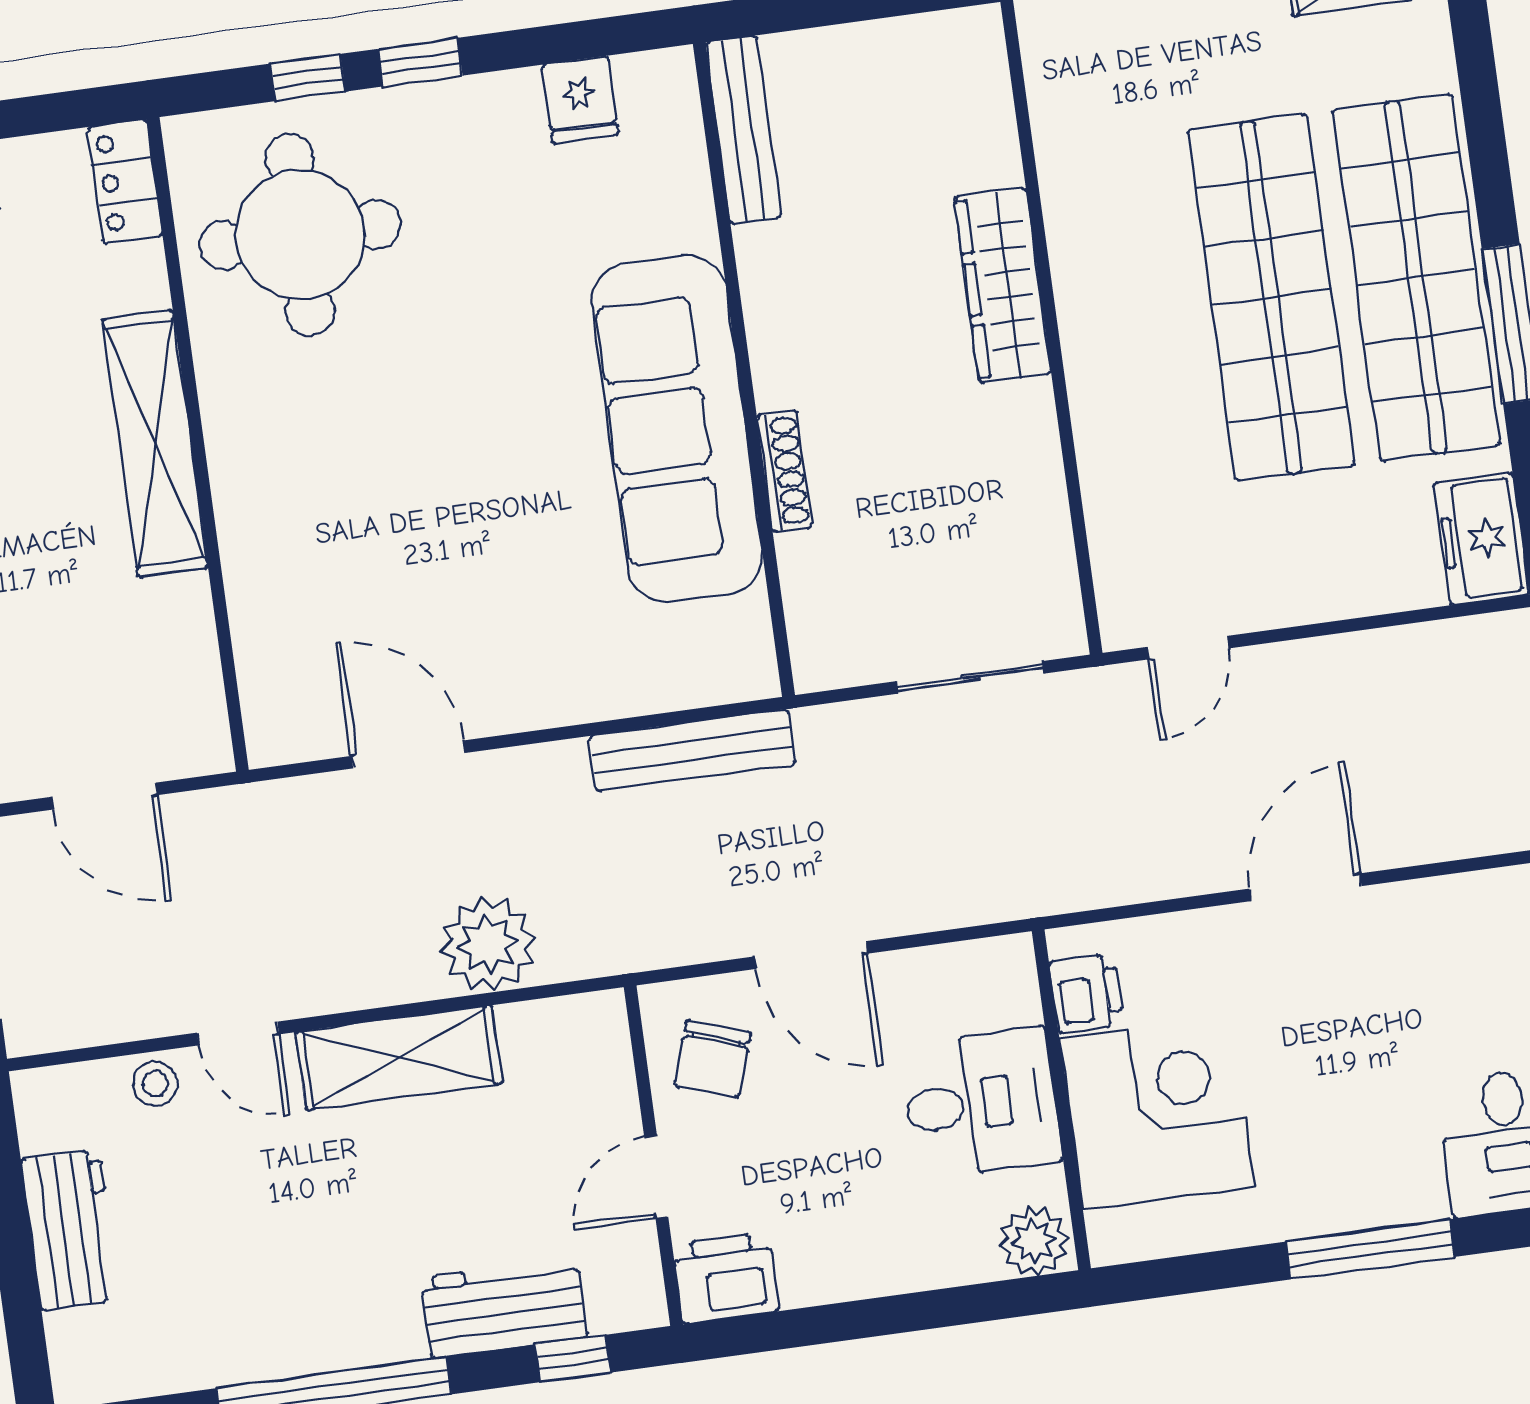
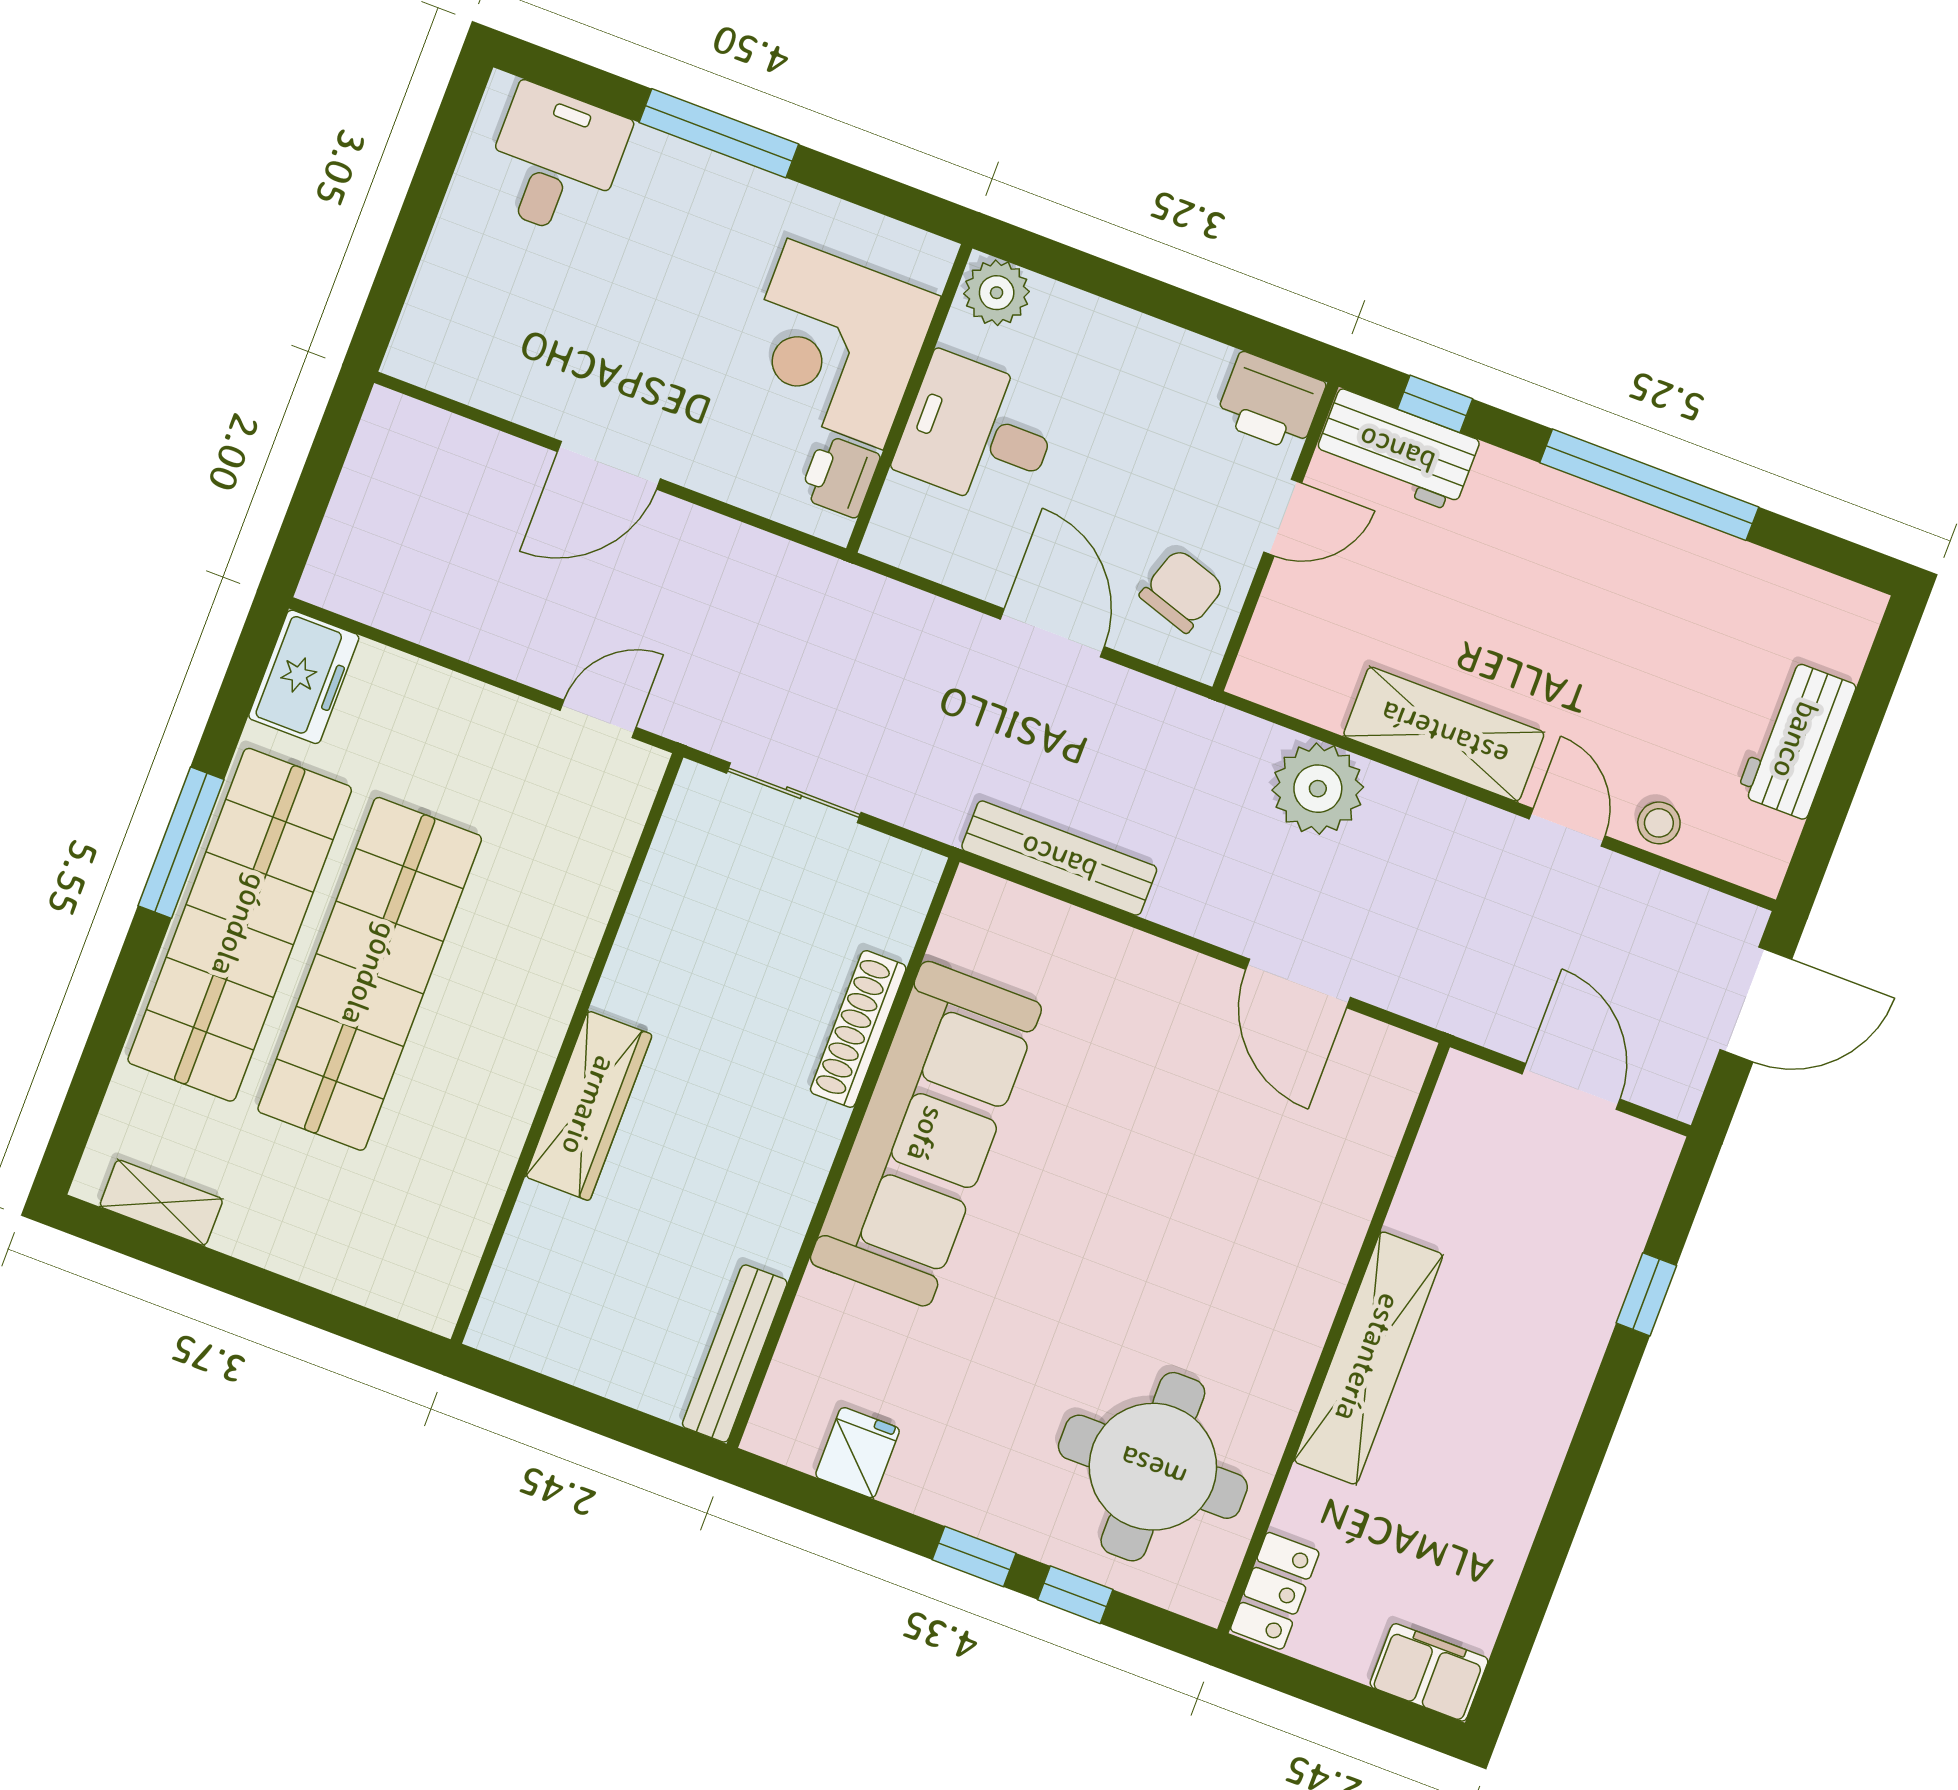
shoe rack: (784, 471) -> (858, 1029), width x1.36, depth x1.24
workbench: (504, 1308) -> (1397, 450), moved

